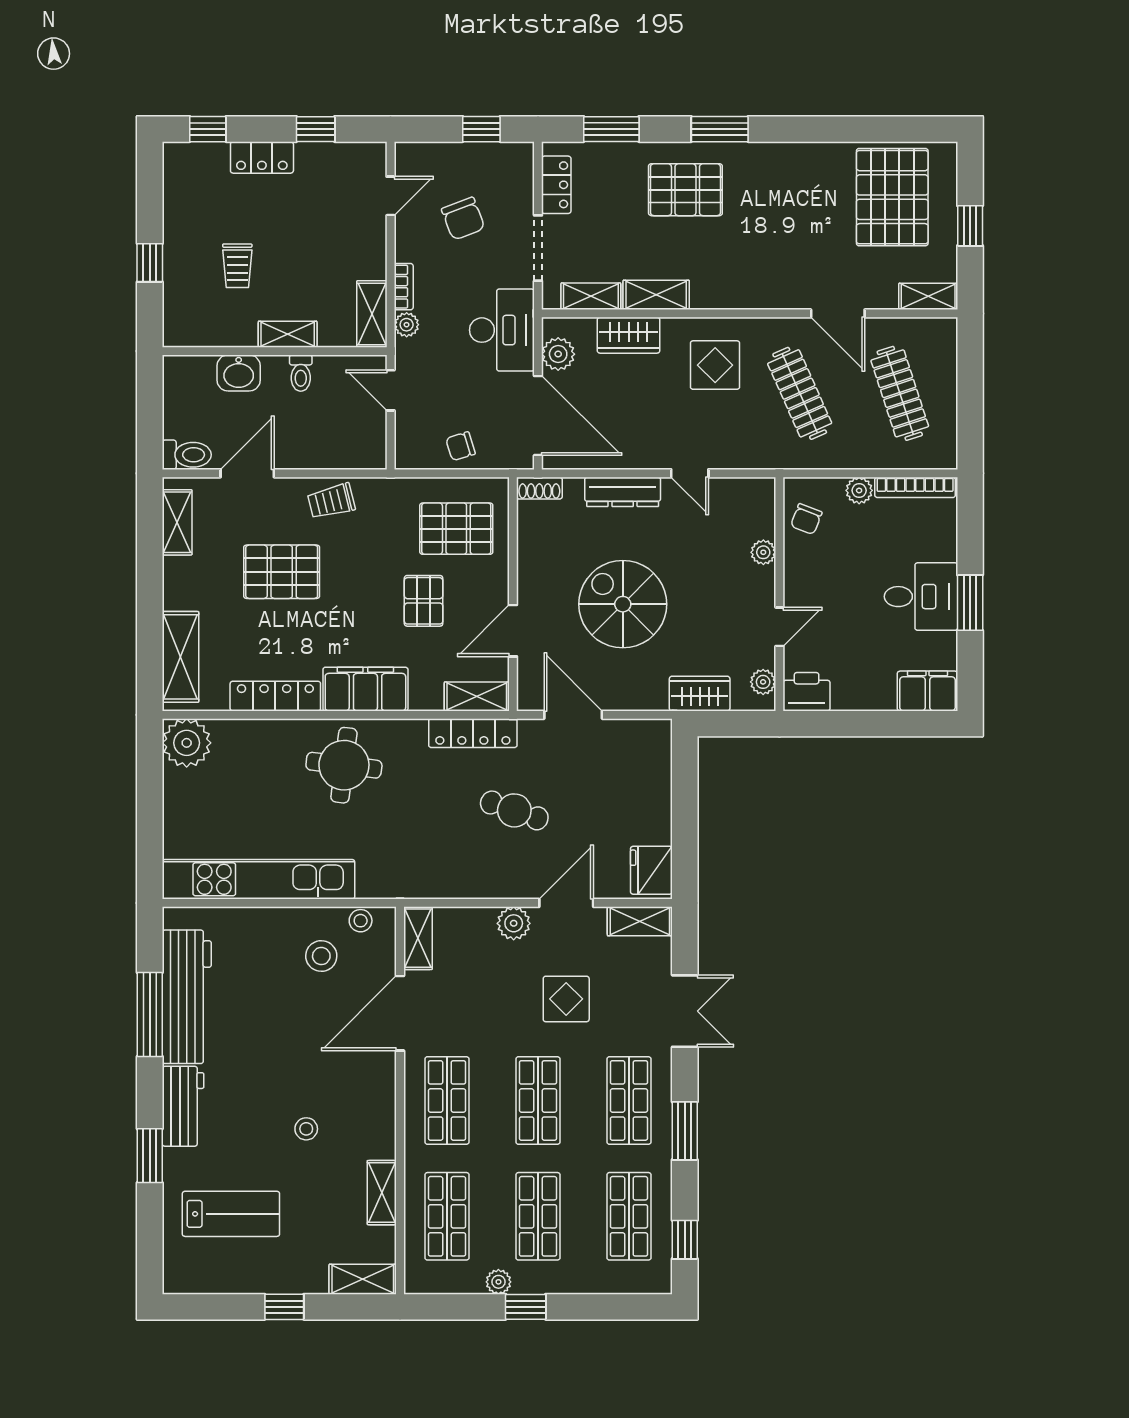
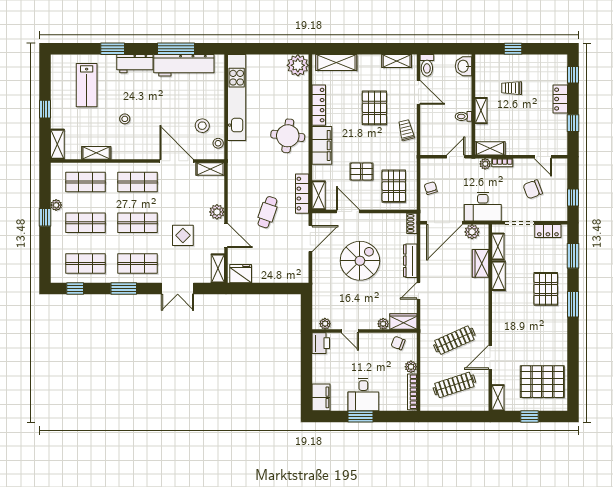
display table: (715, 365) -> (467, 302), removed
washbasin: (239, 373) -> (464, 66), moved
wardrobe: (700, 694) -> (403, 321), moved, turned -90

